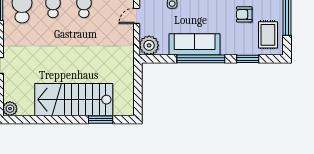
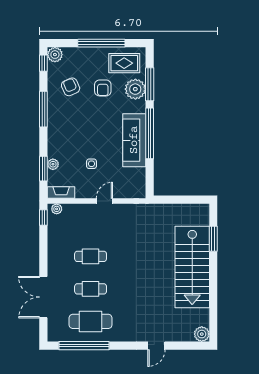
door: (137, 16) -> (104, 201), swing flipped
plant: (149, 45) -> (135, 89), moved
window: (248, 59) -> (150, 84), width x1.44

